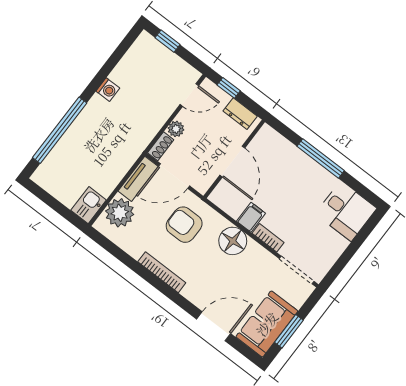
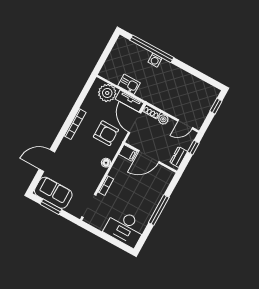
washing machine: (108, 90) -> (155, 60), moved
door: (189, 95) -> (185, 124), hinge flipped
kitchen sink: (89, 205) -> (129, 84), moved
desk: (346, 211) -> (125, 228), width x1.37
filing cabinet: (251, 217) -> (128, 153), moved
armchair: (184, 225) -> (106, 133), turned 90
floor lamp: (233, 241) -> (106, 163), width x0.53, depth x0.53
door: (214, 326) -> (47, 161), swing flipped

